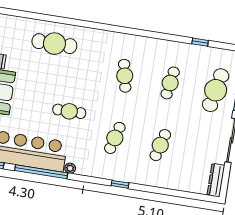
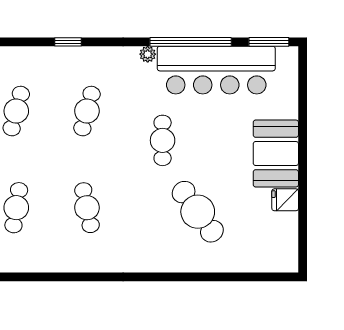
cafe table: (54, 44) -> (198, 212), moved, turned 54
cafe table: (69, 111) -> (163, 140), turned 90

